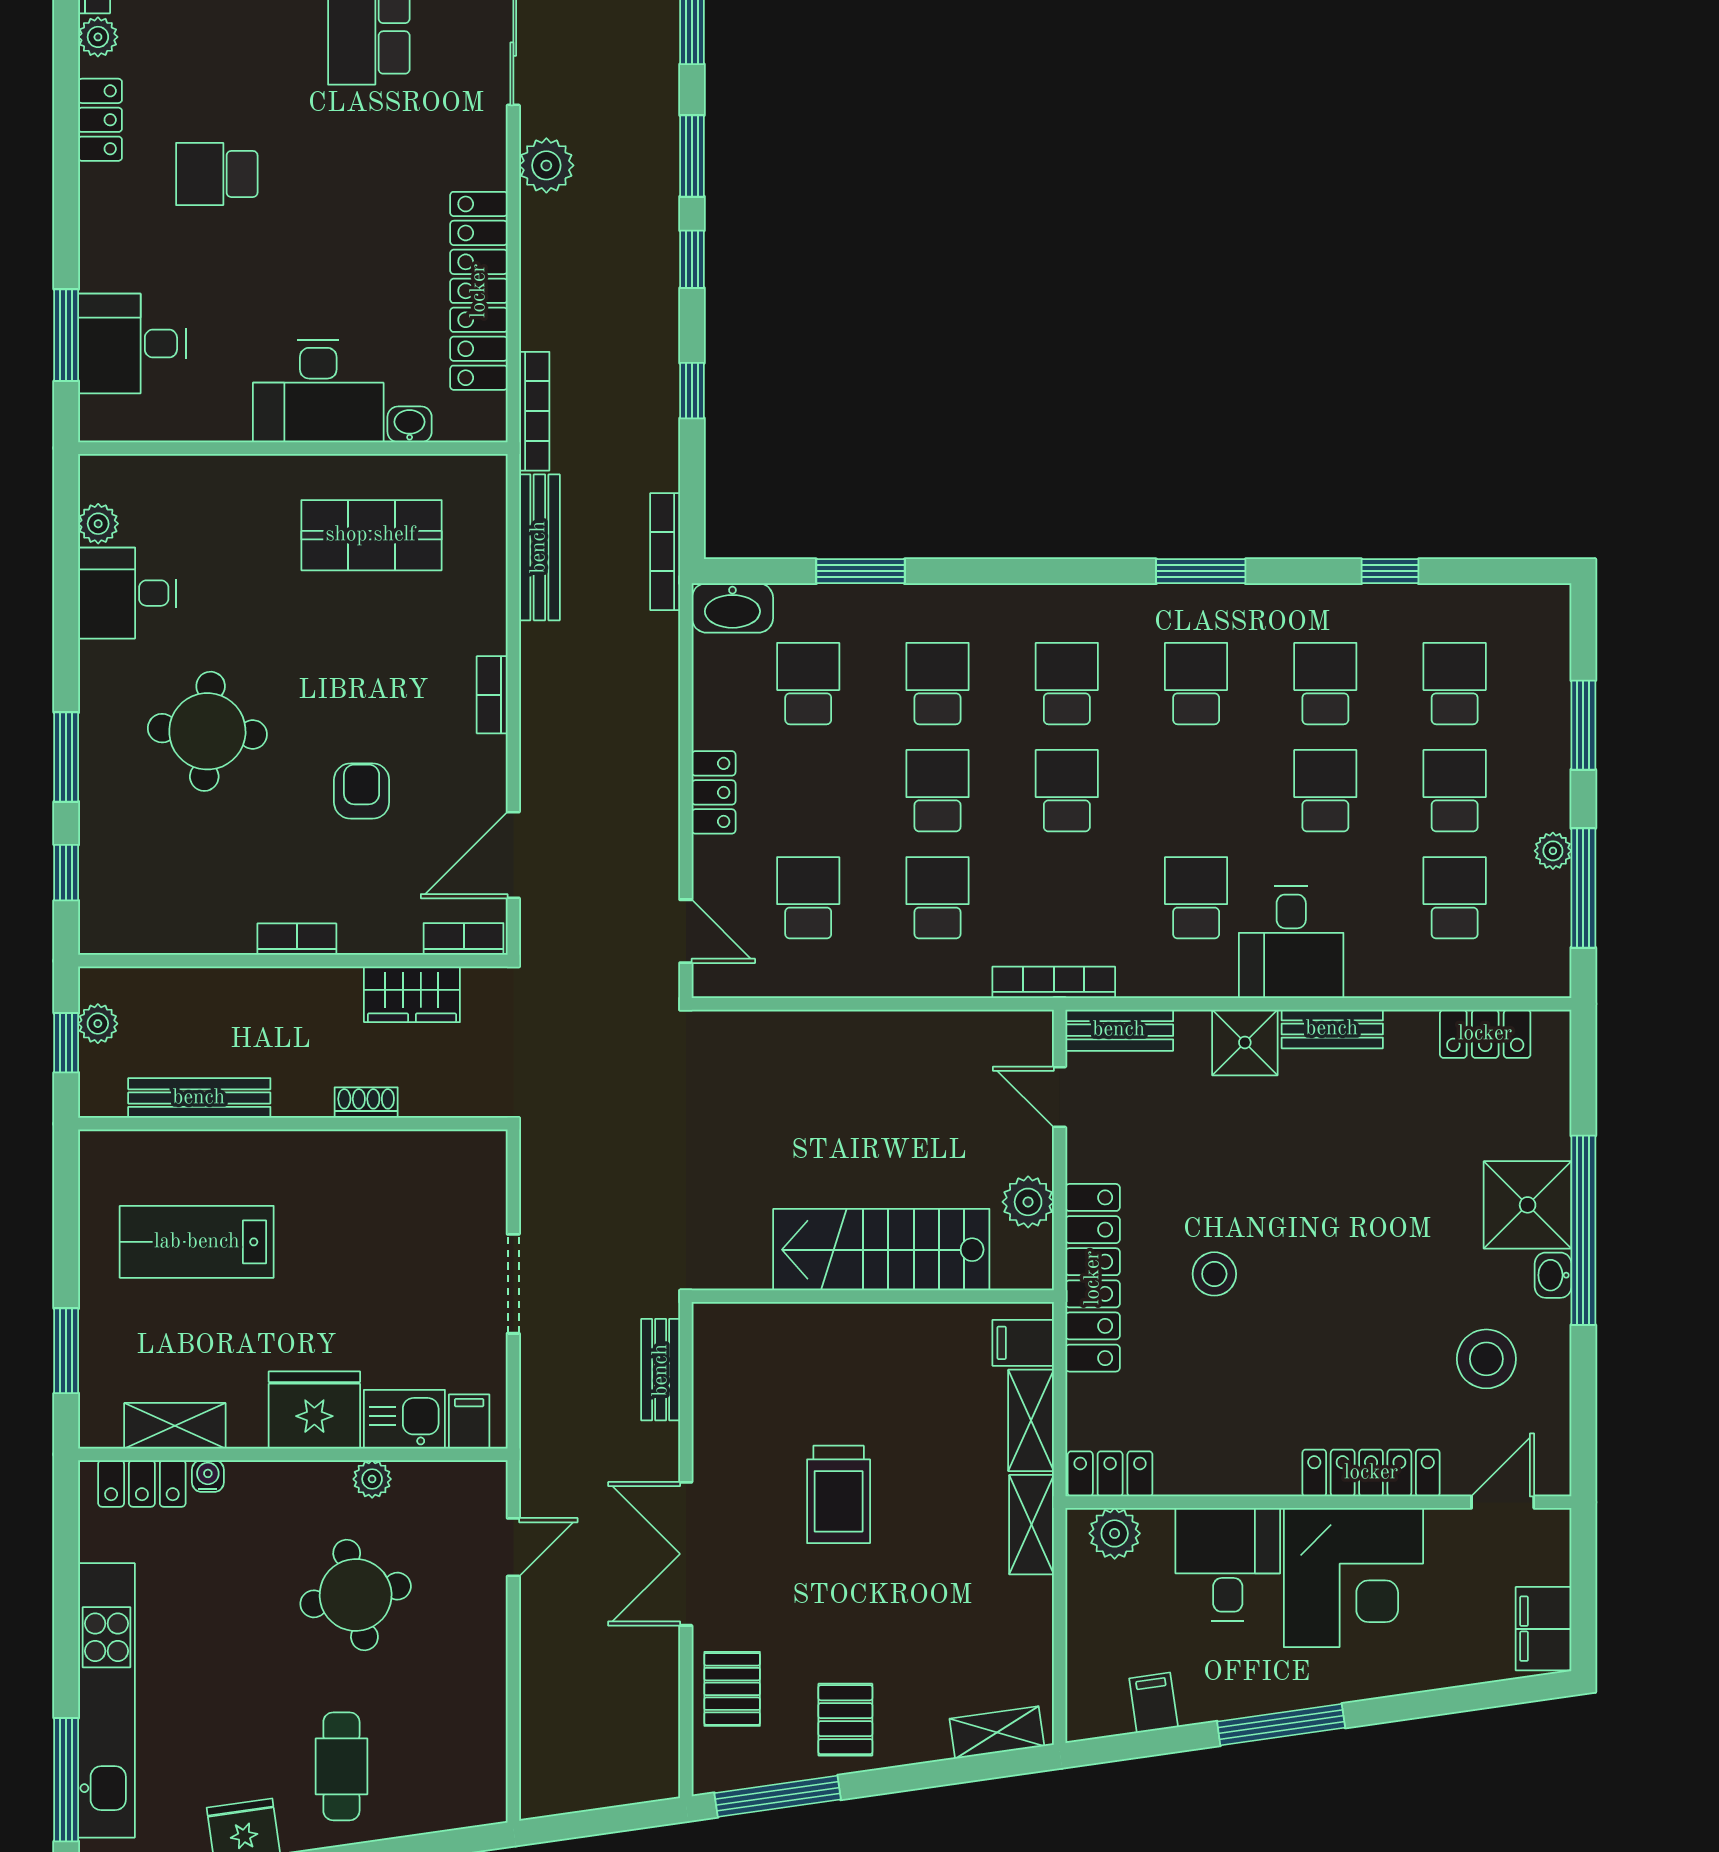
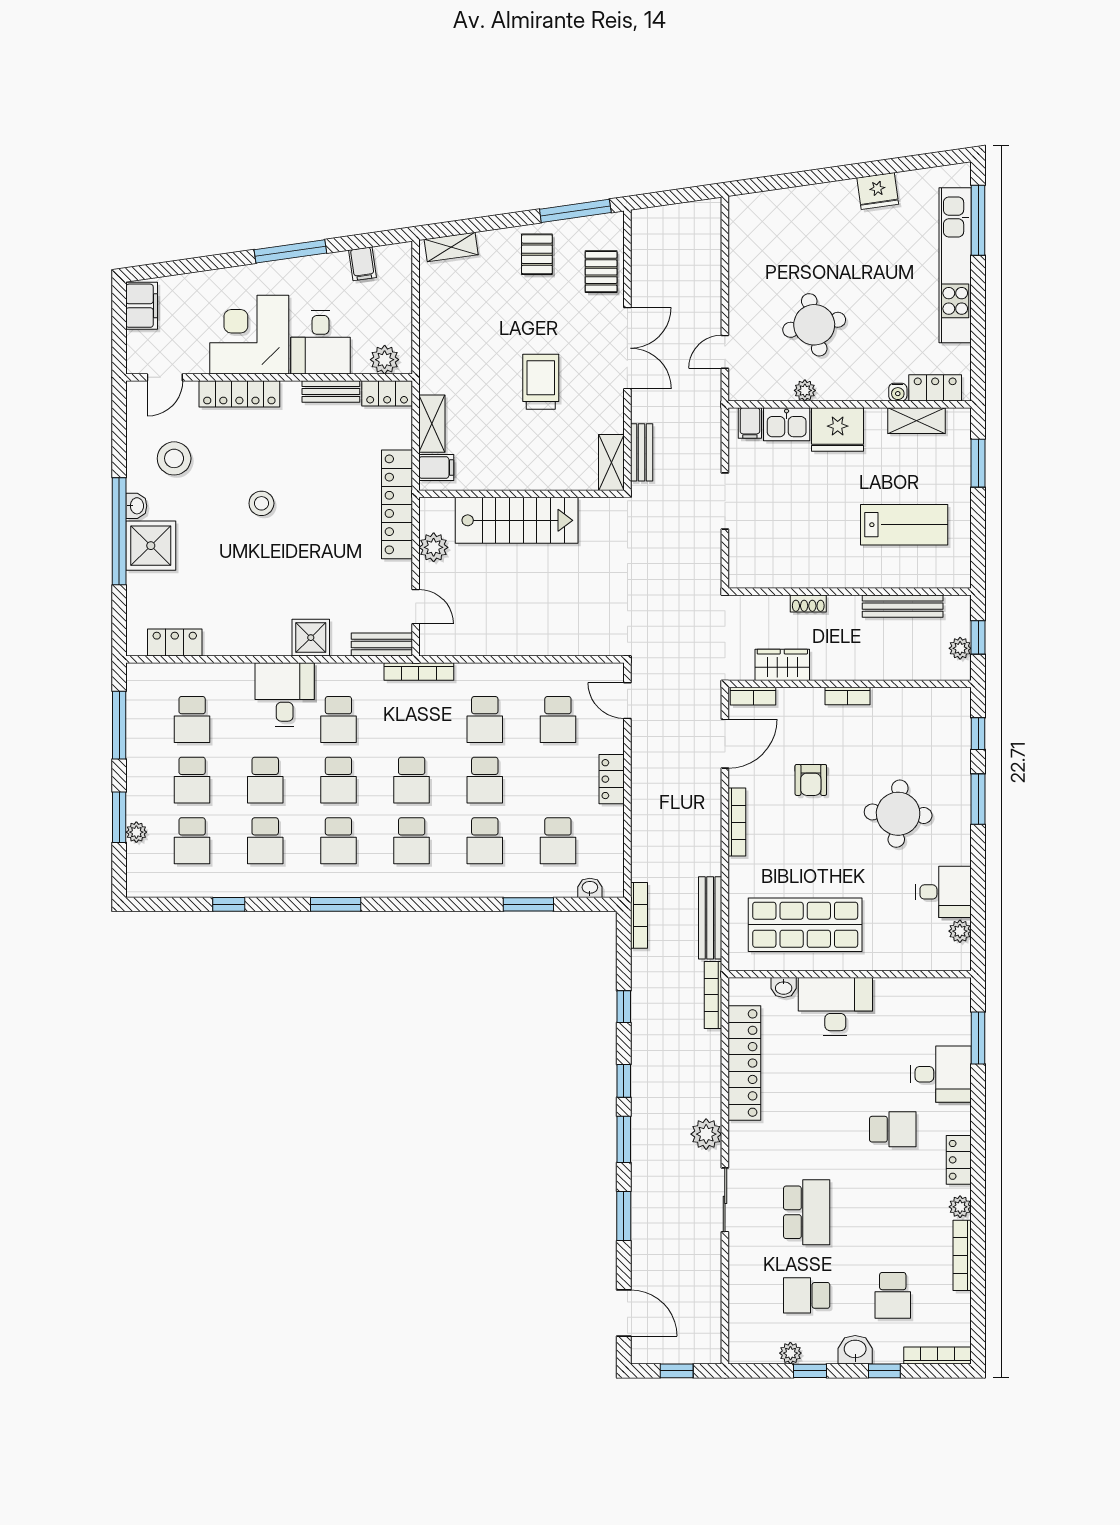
desk: (132, 344) -> (941, 1074), moved
shop shelf: (371, 535) -> (805, 925), width x1.43, depth x1.36
washbasin: (732, 608) -> (590, 888), width x0.52, depth x0.69
bookcase: (492, 695) -> (737, 822), width x1.56
school desk: (1196, 791) -> (338, 780), added
plant: (1553, 851) -> (136, 832), moved
bench: (1332, 1029) -> (331, 392), moved
stool: (1214, 1274) -> (261, 503), moved
shelving: (1031, 1525) -> (611, 463), moved
cafe table: (341, 1766) -> (822, 228), removed

